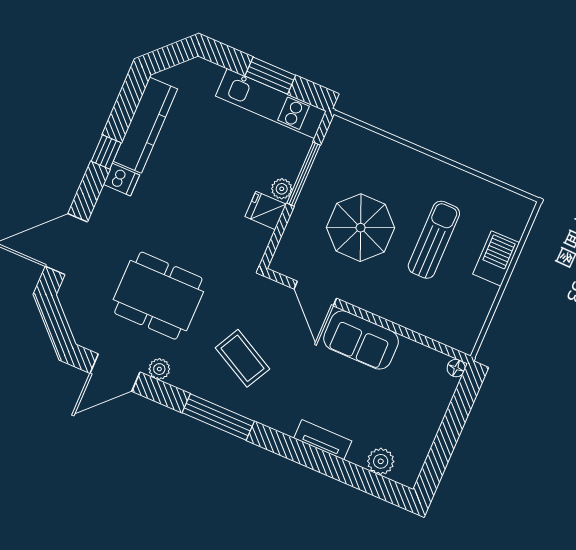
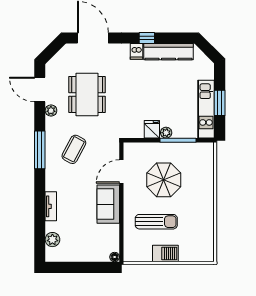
sun lounger: (434, 240) -> (156, 222), moved
barbecue: (496, 258) -> (165, 253), moved

